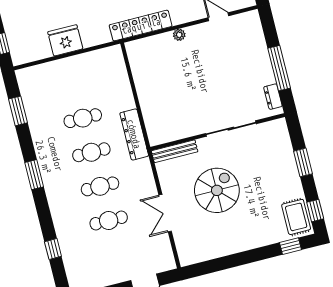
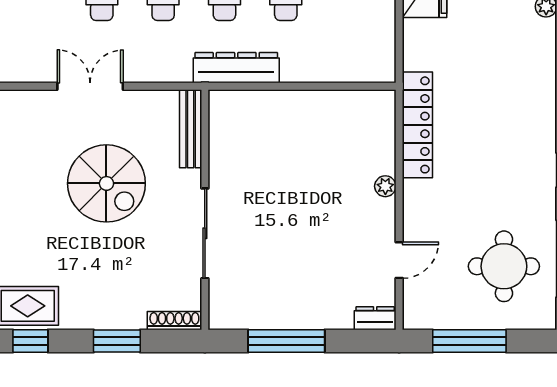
dresser: (273, 97) -> (375, 318), moved
shoe rack: (284, 133) -> (174, 321), added

